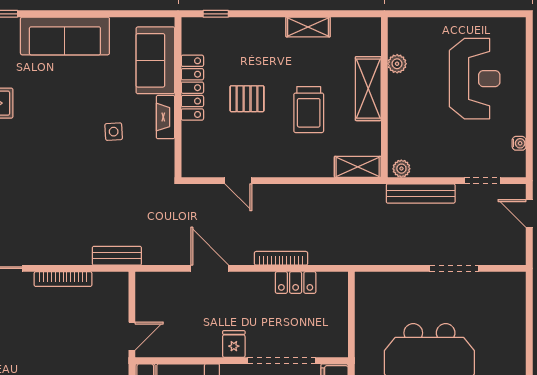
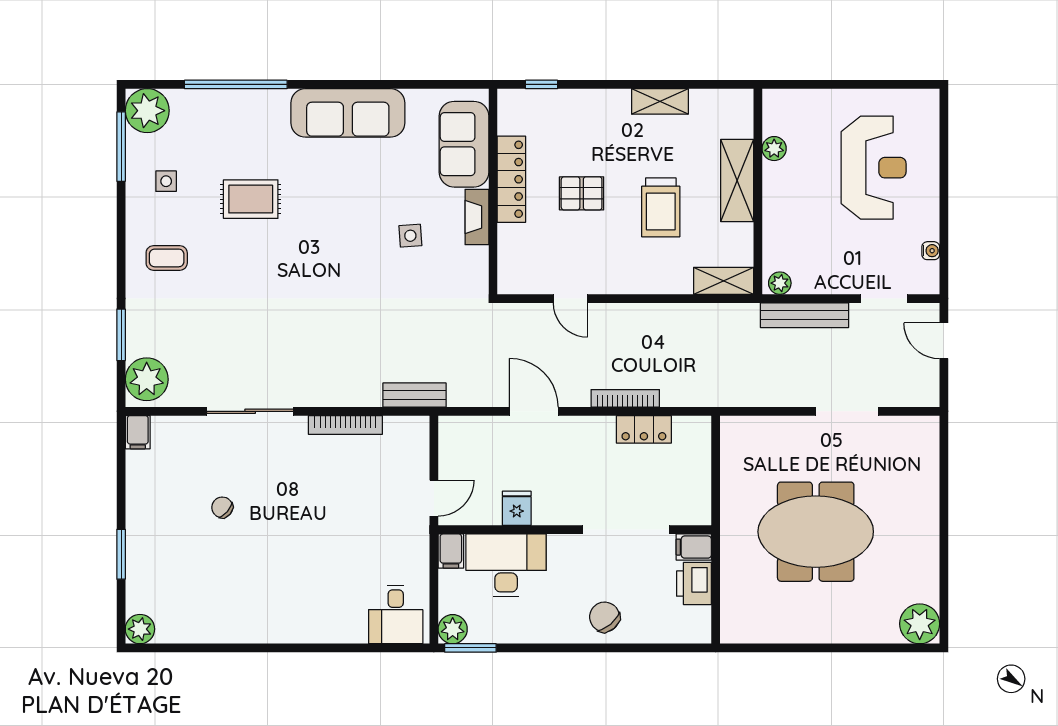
fridge: (234, 344) -> (517, 508), moved

